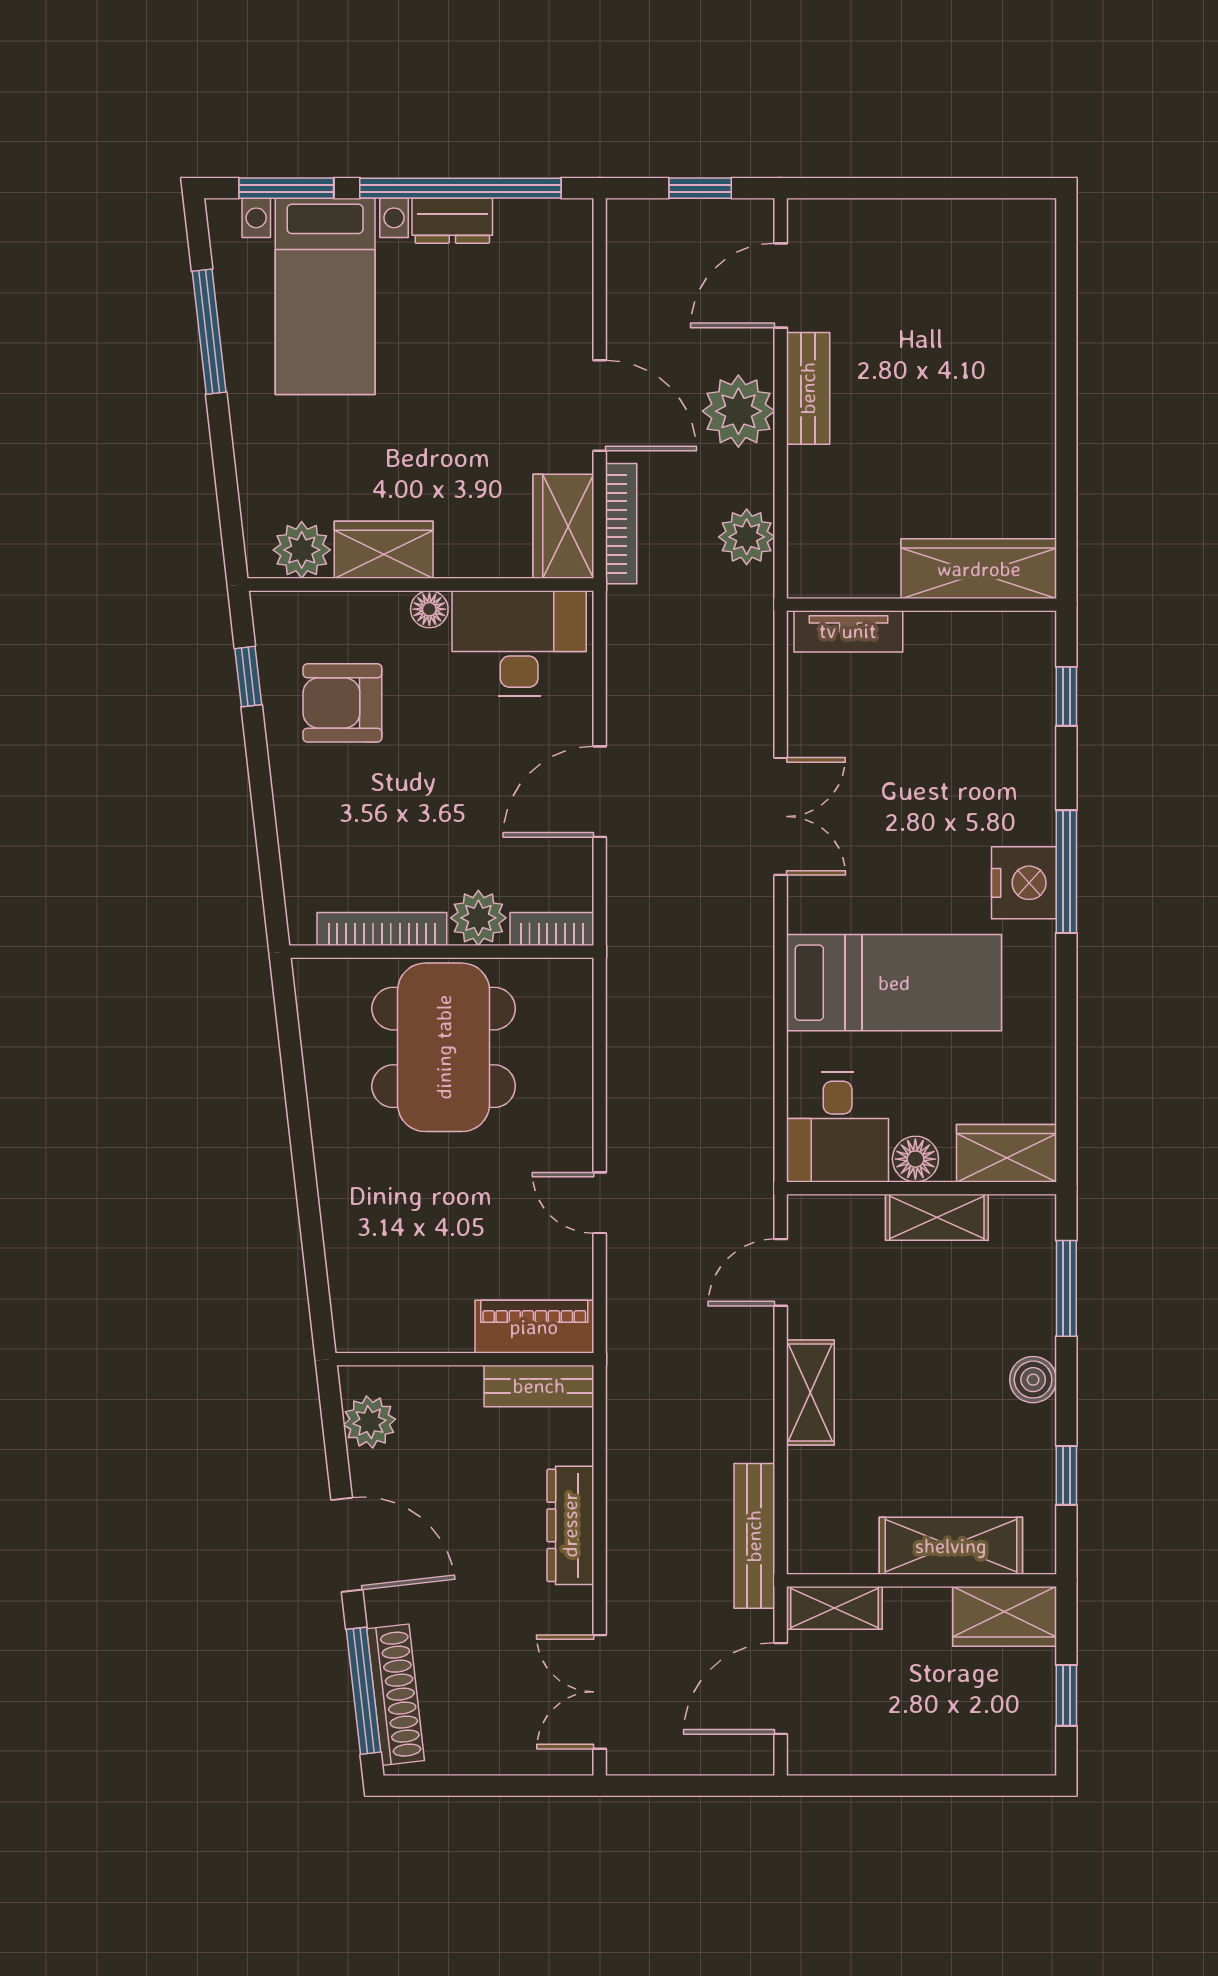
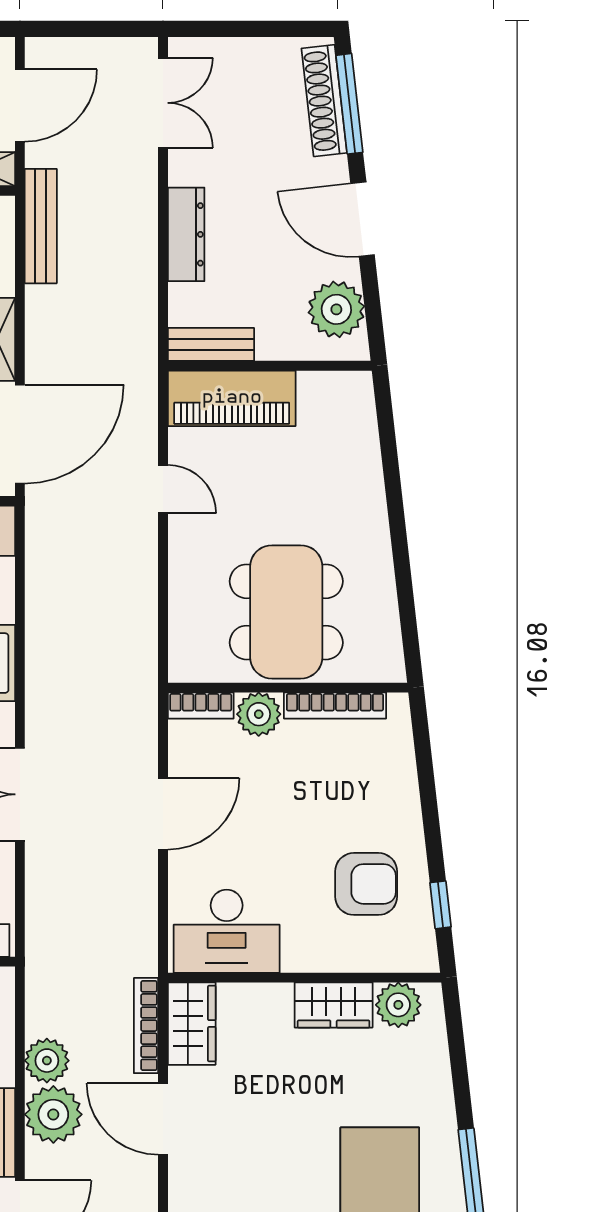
plant: (747, 537) -> (47, 1061), moved
floor lamp: (429, 609) -> (298, 958), removed
door: (781, 1272) -> (20, 434), width x1.88
piano: (534, 1327) -> (232, 398), width x1.37, depth x1.33
plant: (370, 1422) -> (336, 309), width x1.36, depth x1.36

